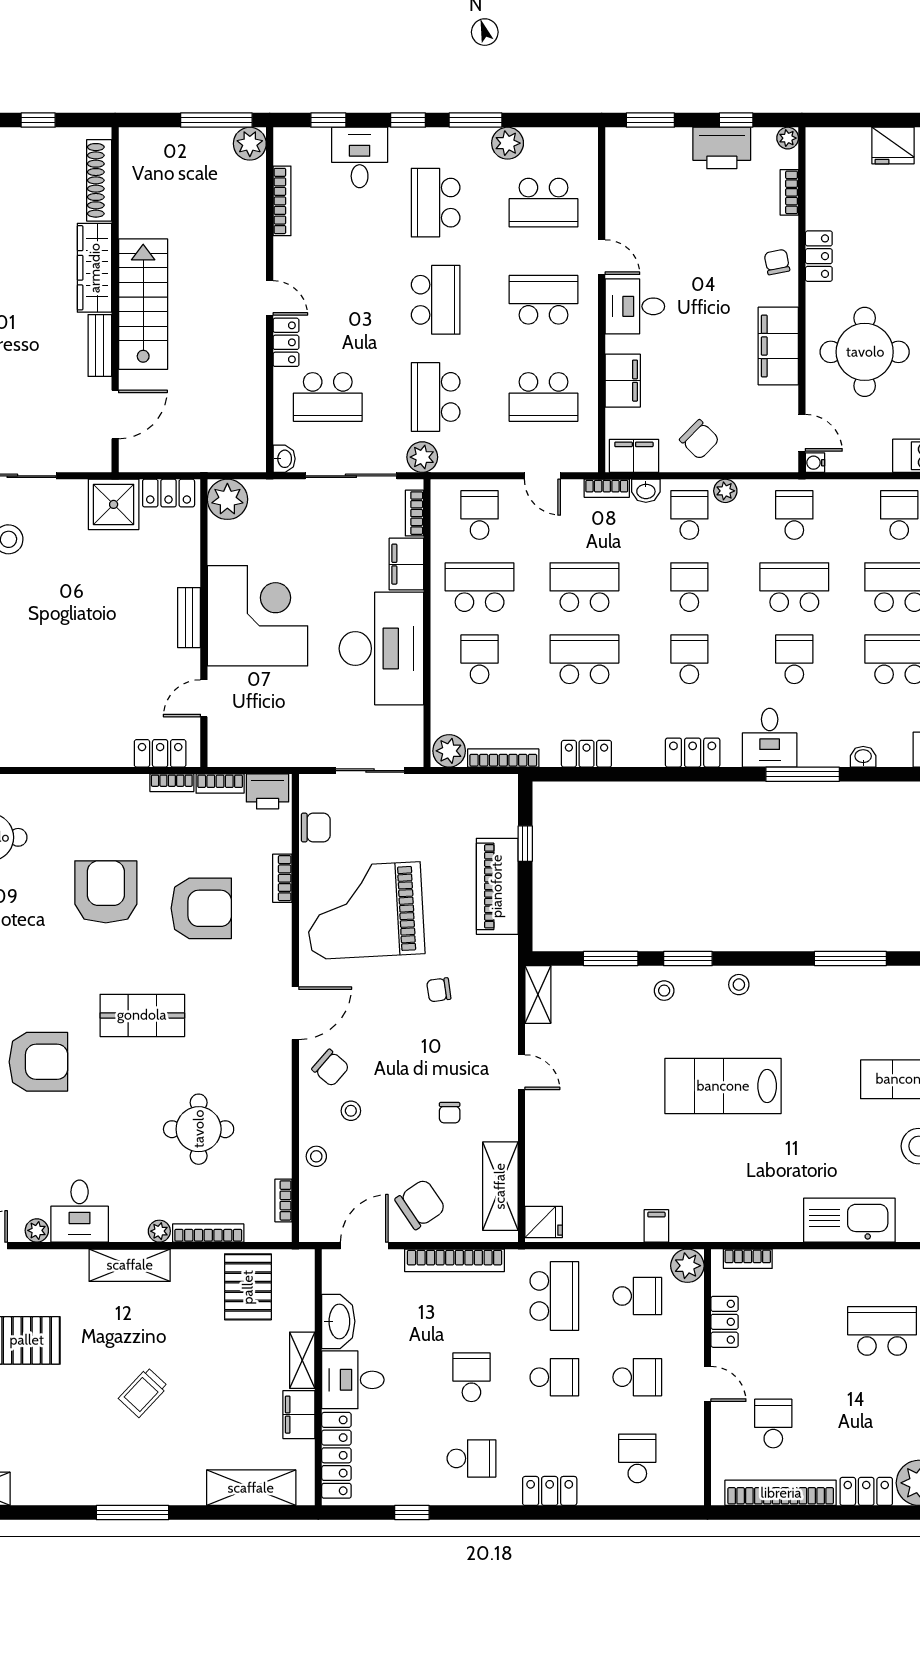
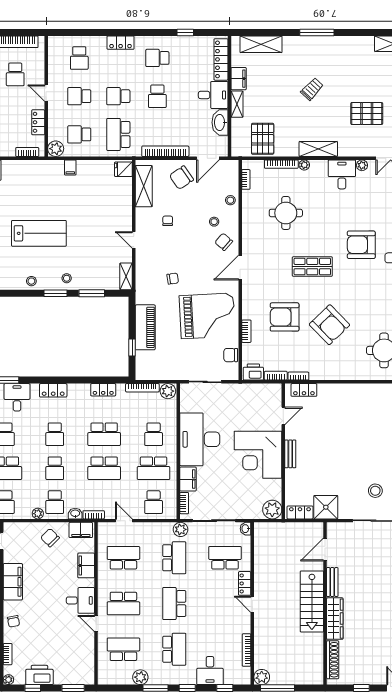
armchair: (106, 892) -> (329, 325), turned -44

